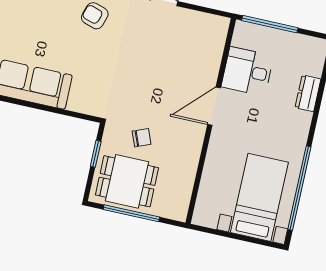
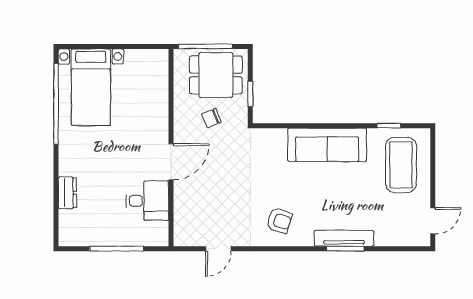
desk: (247, 71) -> (147, 201), moved
door: (214, 106) -> (171, 162), moved
wall: (211, 121) -> (171, 148), moved

